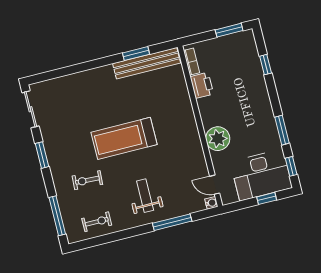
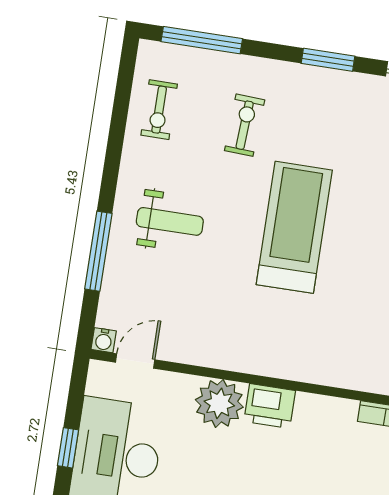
printer: (202, 85) -> (270, 406), moved

